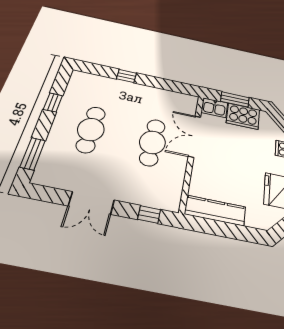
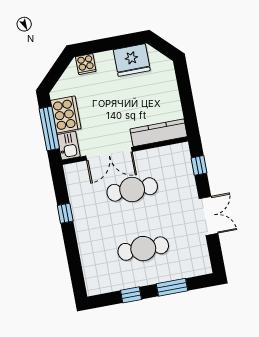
window: (126, 76) -> (65, 213), moved
window: (235, 99) -> (49, 129), width x1.44
window: (33, 154) -> (172, 287), moved
kitchen counter: (215, 210) -> (159, 133), moved, turned 90

